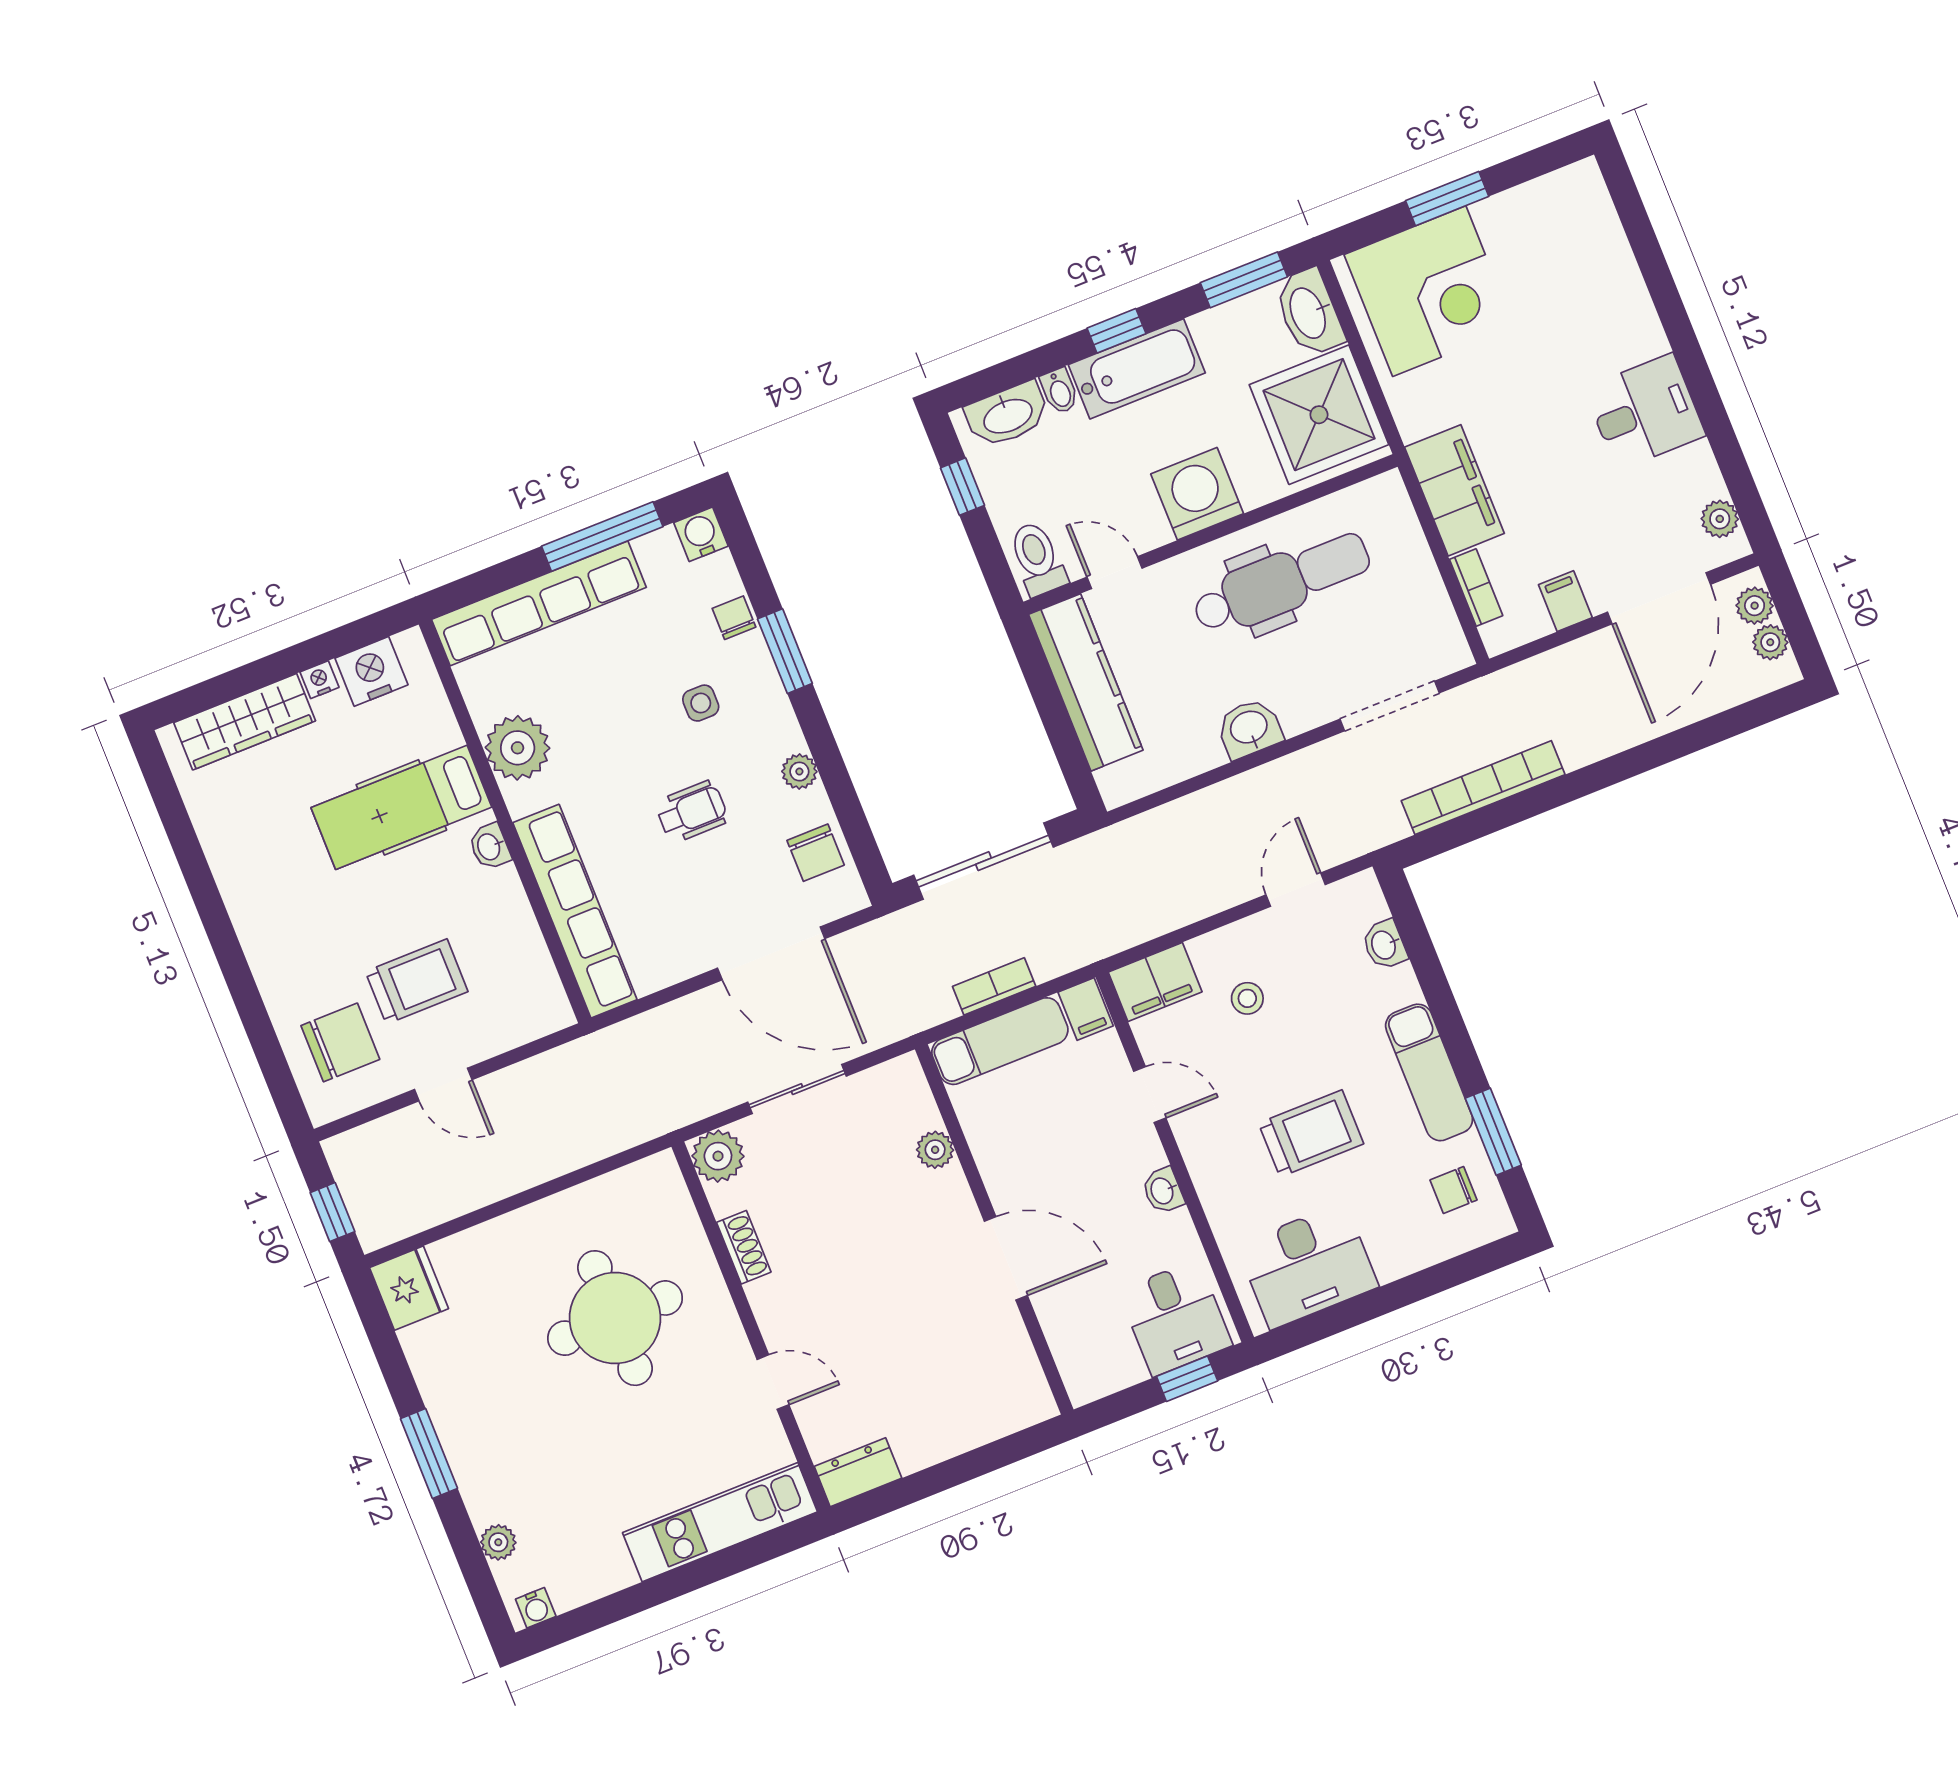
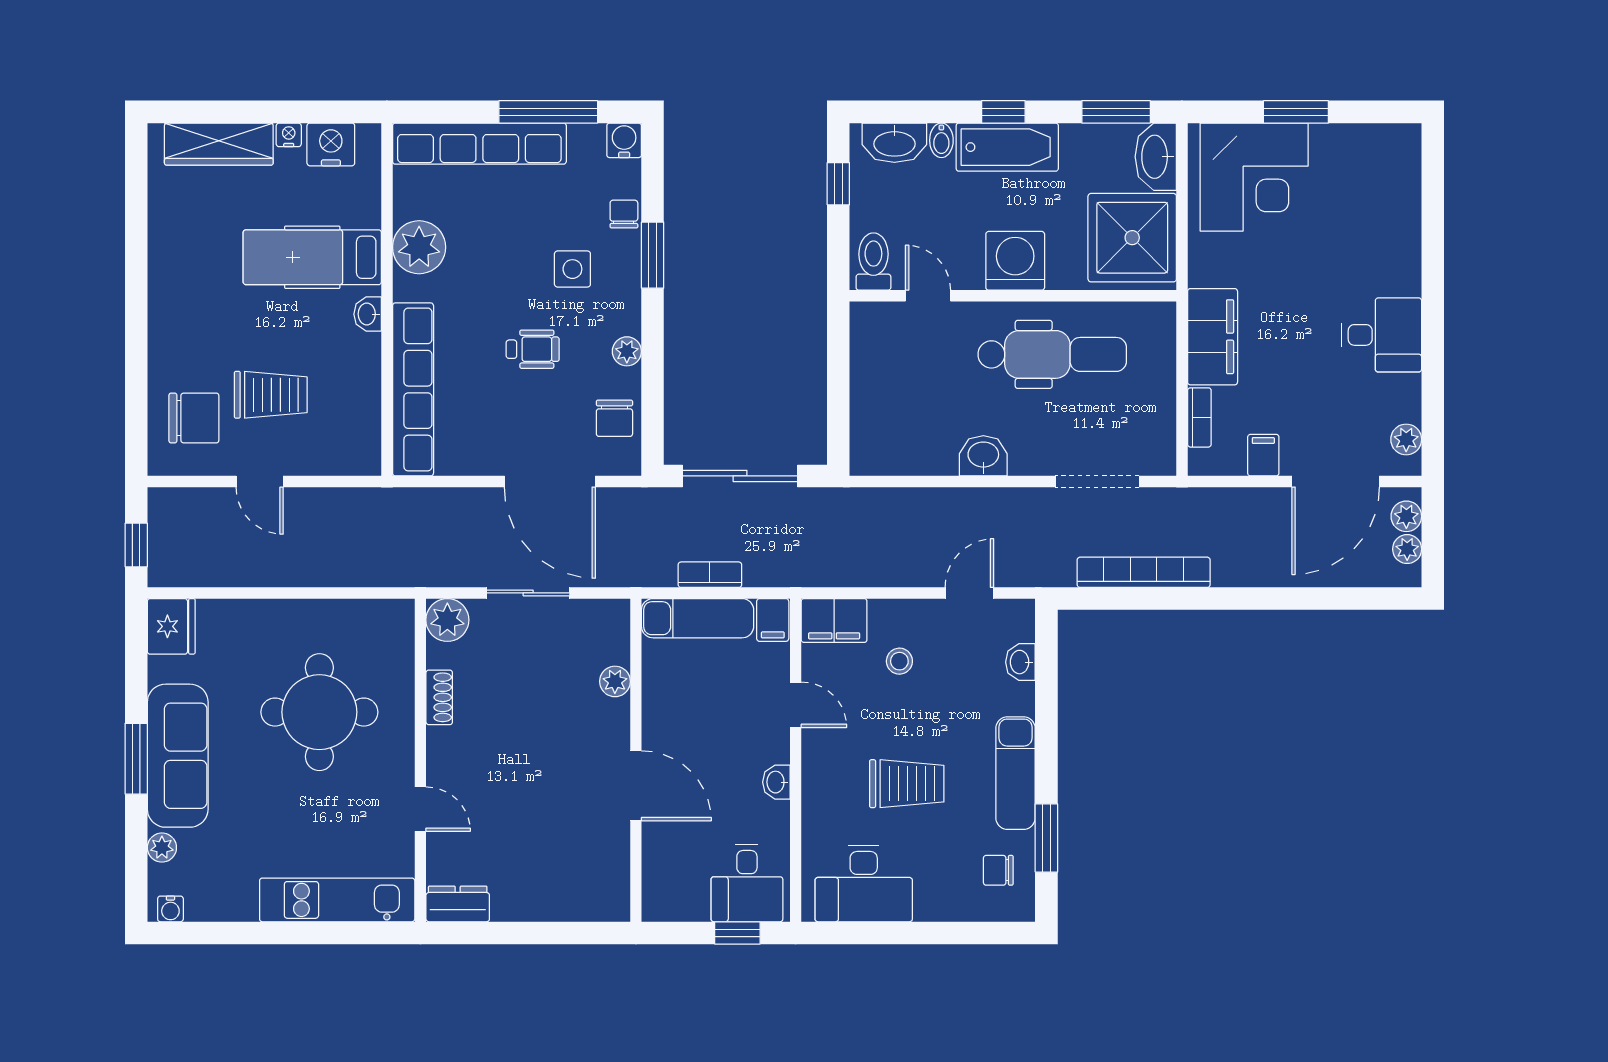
kitchen counter: (1086, 682) -> (873, 371), removed
side table: (701, 703) -> (572, 269), width x1.37, depth x1.37
sofa: (475, 1431) -> (178, 756), added

